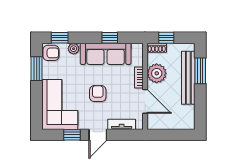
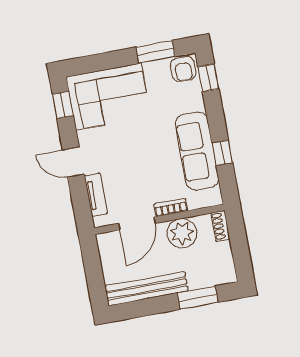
window: (166, 38) -> (238, 237), removed
plant: (74, 49) -> (196, 102), removed
bench: (188, 78) -> (147, 289), moved
armchair: (98, 94) -> (135, 150), removed
window: (72, 135) -> (63, 105), moved

